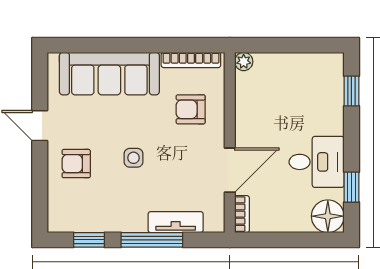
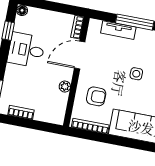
bookcase: (306, 61) -> (21, 112), added
plant: (244, 62) -> (65, 87), moved
floor lamp: (328, 216) -> (22, 10), width x0.53, depth x0.53

